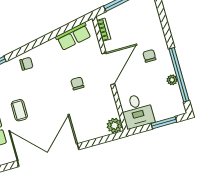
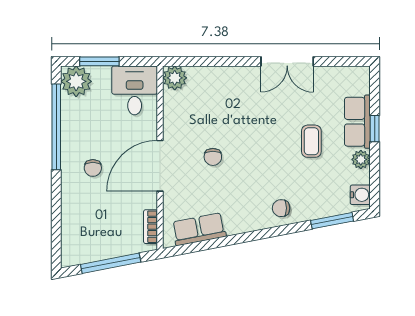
plant: (172, 80) -> (76, 81), moved, width x1.87, depth x1.87
double door: (48, 155) -> (287, 61), width x0.54

